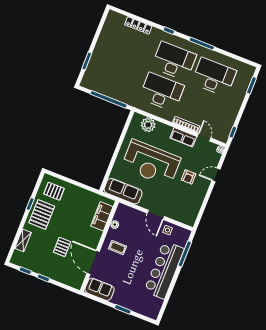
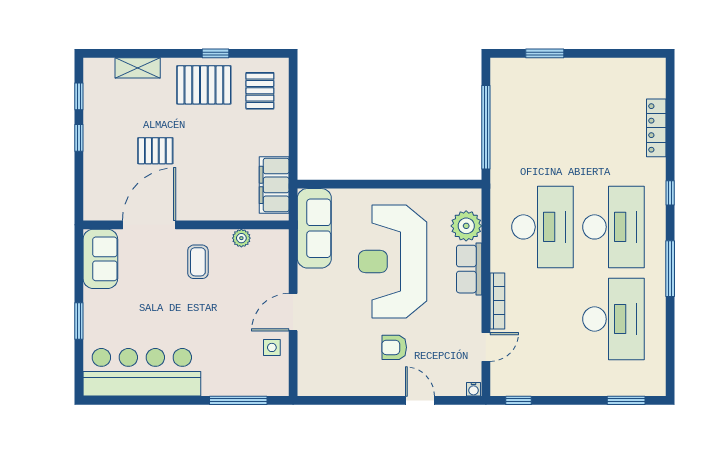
row of seats: (183, 137) -> (469, 269), moved
filing cabinet: (102, 216) -> (274, 185), moved, turned -90
bar counter: (164, 270) -> (142, 372), moved

